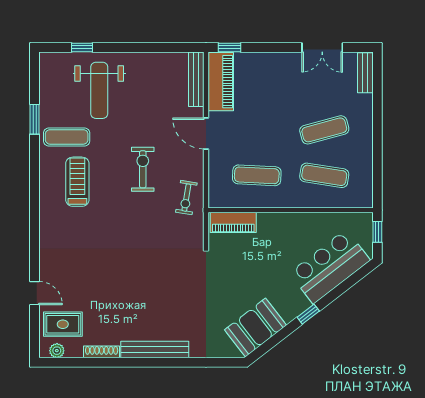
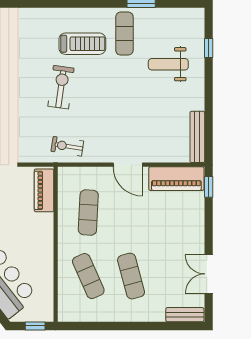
bench: (196, 79) -> (197, 137), moved, turned 90
weight bench: (99, 90) -> (168, 64), width x0.73, depth x0.75
door: (206, 133) -> (128, 165), swing flipped
exercise bike: (143, 169) -> (61, 87), moved, turned -82
exercise mat: (324, 175) -> (88, 276), turned -33

